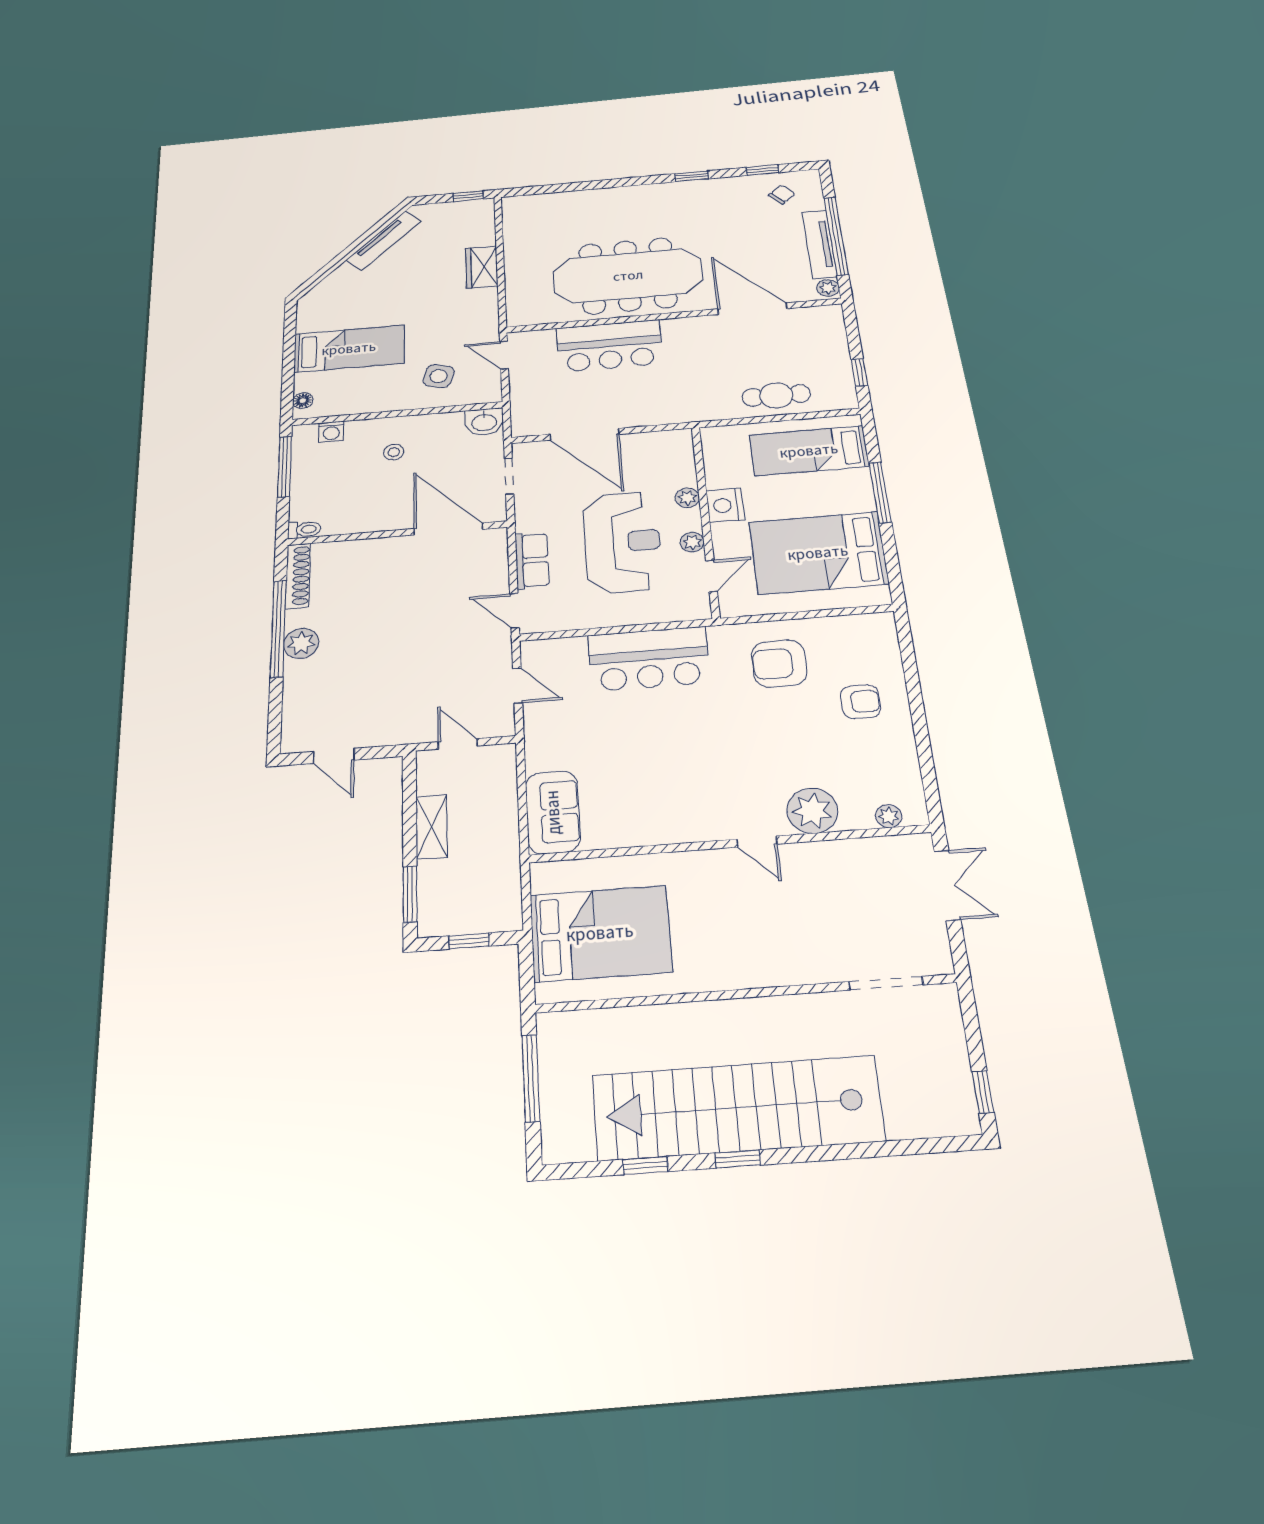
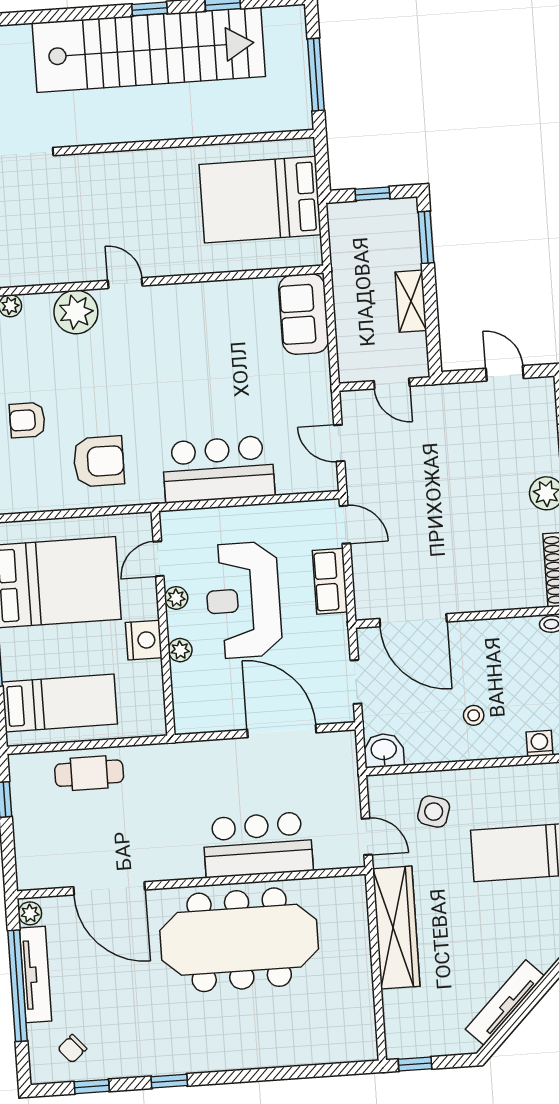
wardrobe: (482, 267) -> (396, 928), width x2.10, depth x1.17

